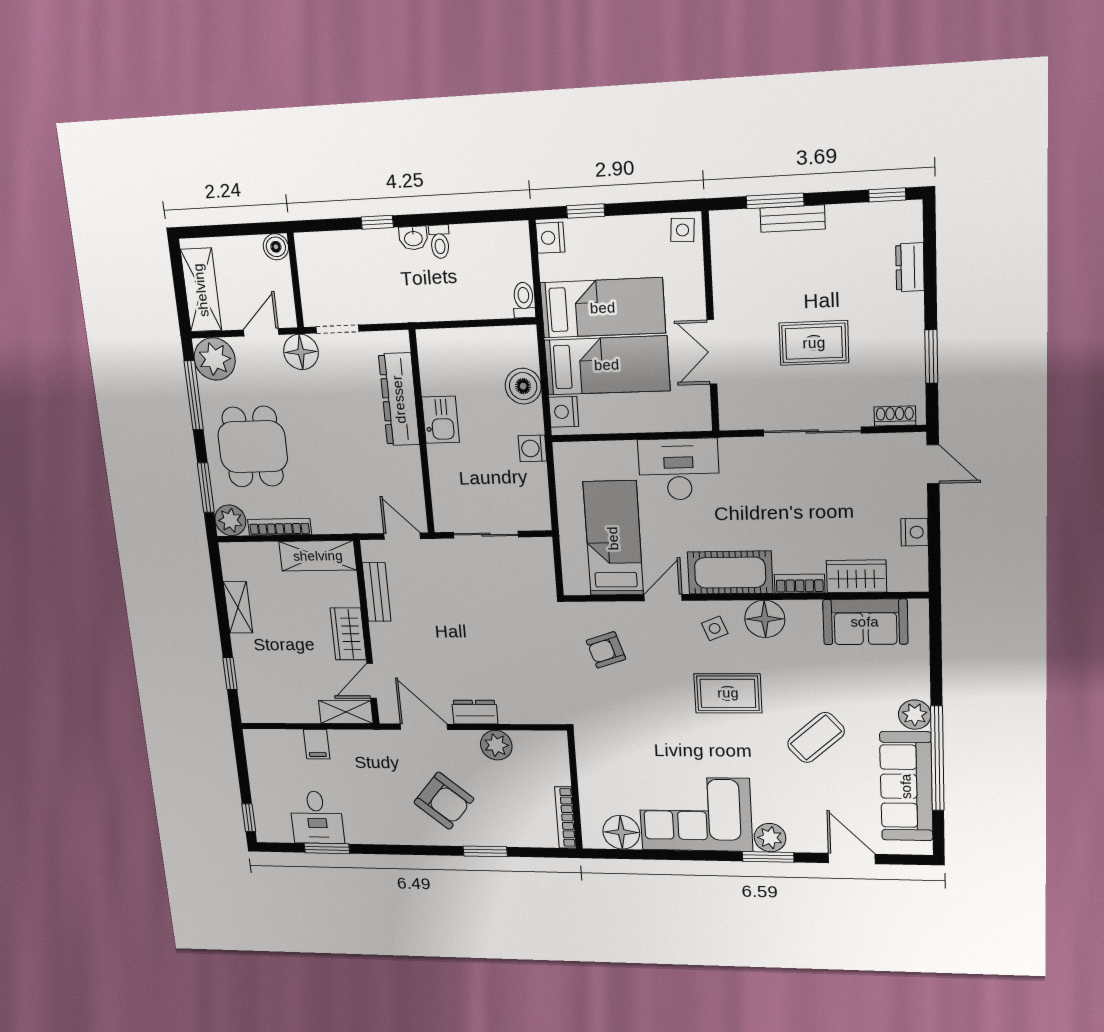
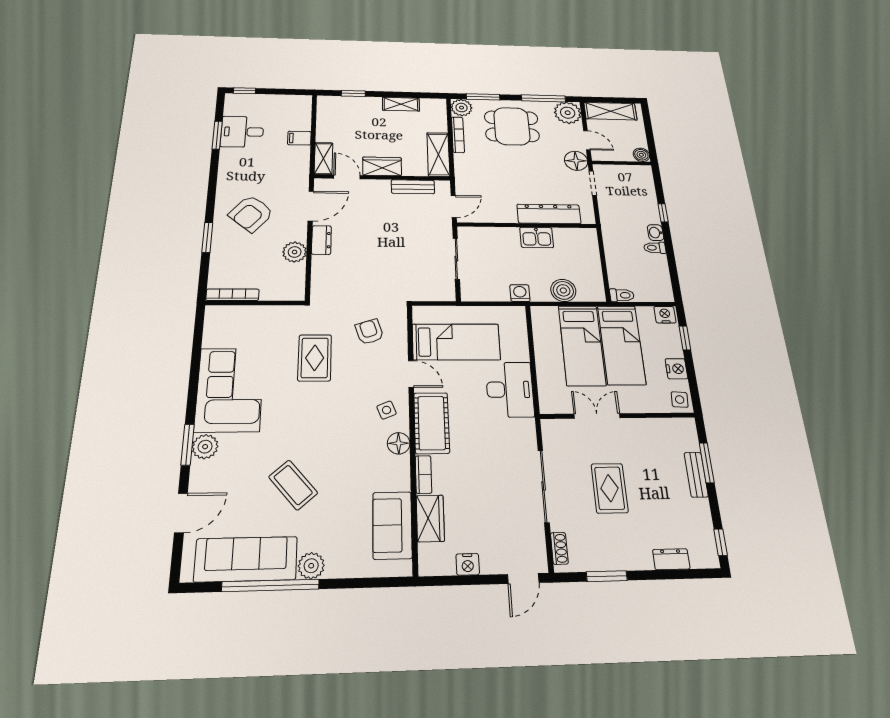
nightstand: (564, 412) -> (676, 369), moved, turned 90
floor lamp: (765, 619) -> (399, 443), width x0.73, depth x0.73
rug: (728, 693) -> (315, 358), moved
floor lamp: (621, 832) -> (217, 334), removed

